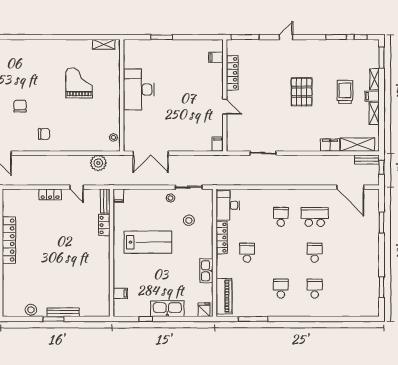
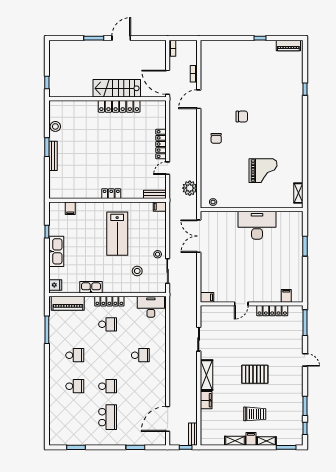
shelving: (357, 145) -> (206, 375), moved
locker: (50, 194) -> (161, 144), width x1.53
school desk: (315, 217) -> (108, 417), moved
locker: (104, 225) -> (111, 194), moved
locker: (222, 238) -> (109, 301), moved

